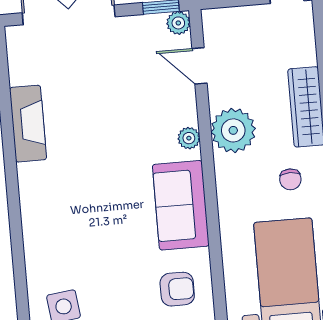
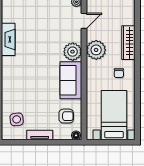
door: (200, 66) -> (84, 21), swing flipped
plant: (189, 138) -> (73, 52), width x1.88, depth x1.88

